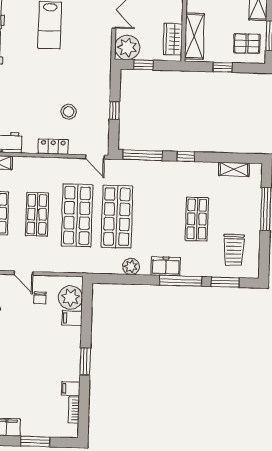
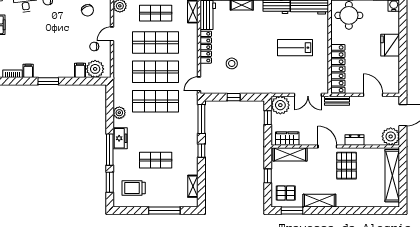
pallet: (247, 44) -> (286, 193), turned 90
locker: (53, 147) -> (206, 47), width x1.53
shop shelf: (37, 214) -> (156, 42), width x1.43, depth x1.36

